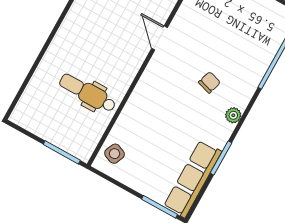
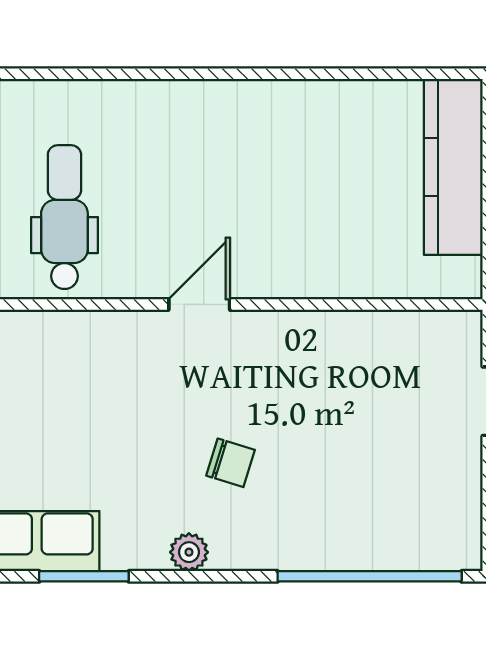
door: (159, 38) -> (199, 305), moved

